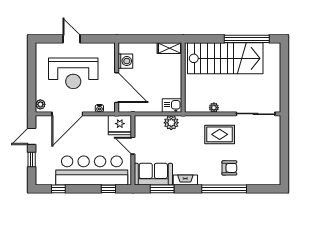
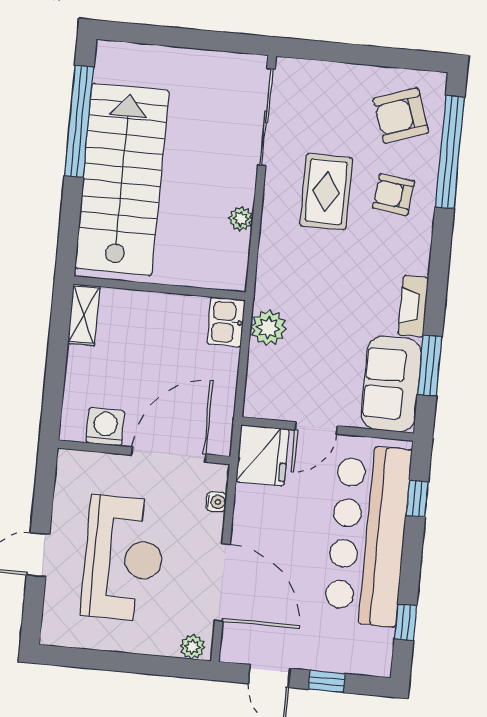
rug: (220, 134) -> (326, 192), moved
armchair: (229, 168) -> (394, 195), turned -83
armchair: (261, 168) -> (401, 116), added
window: (224, 189) -> (450, 152), moved

